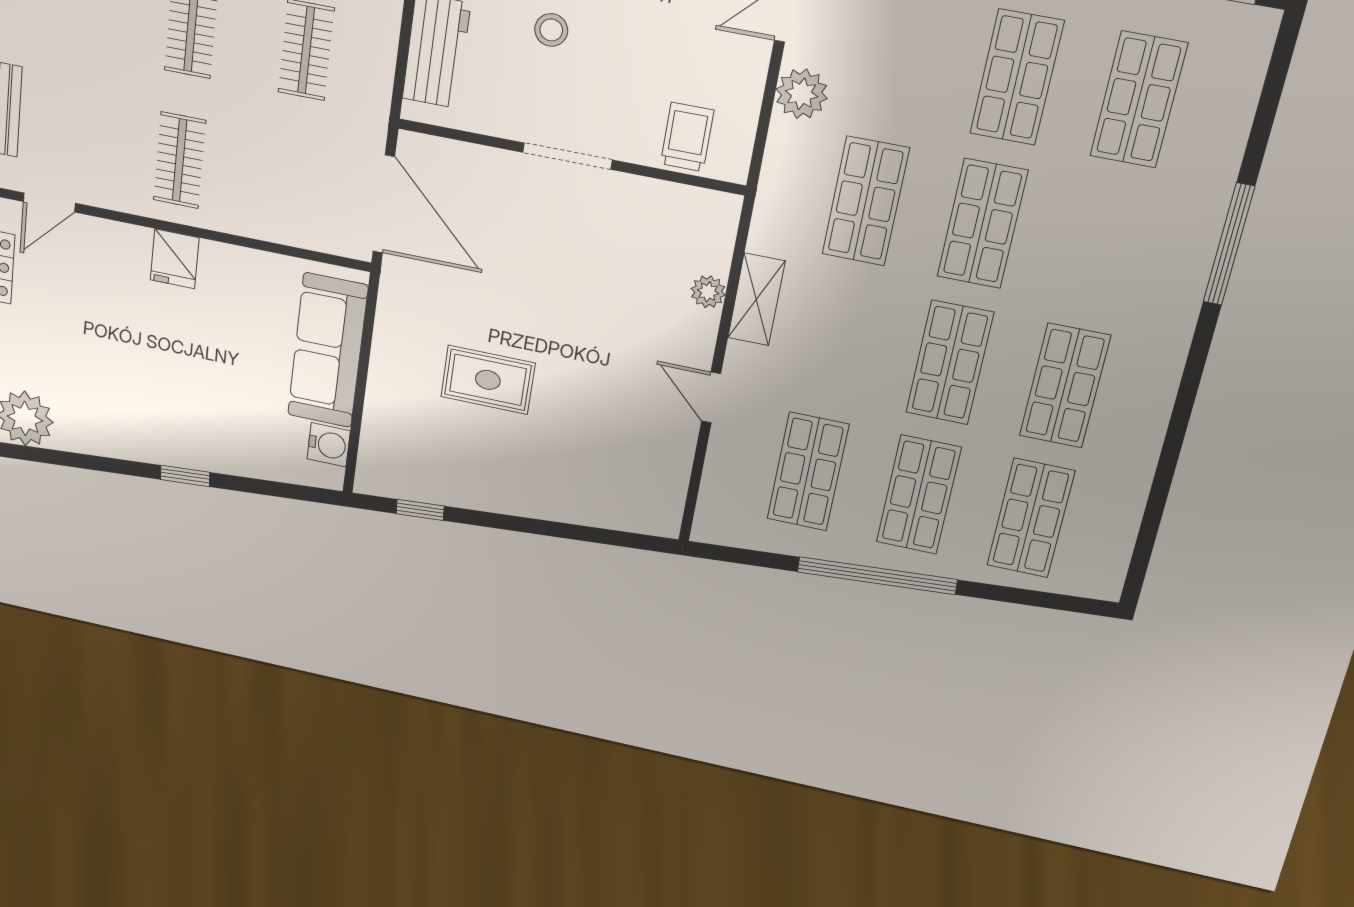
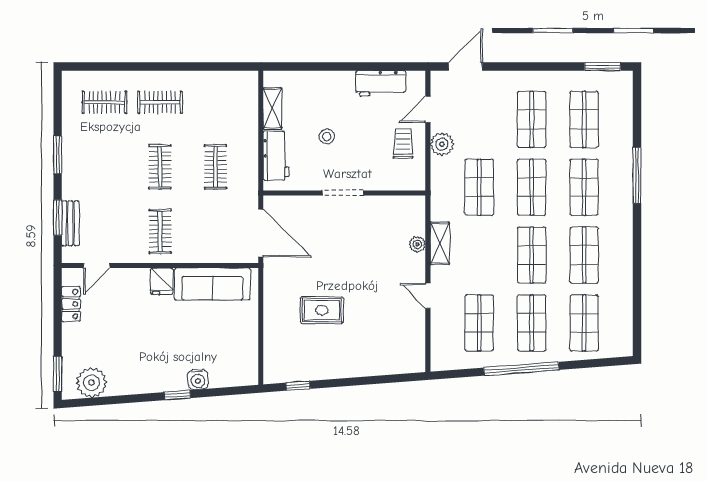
trolley: (687, 137) -> (403, 144), moved
shop shelf: (1101, 247) -> (584, 187), added
sofa: (328, 351) -> (212, 284), moved, turned -90
water cooler: (329, 445) -> (198, 379), moved, turned 86

